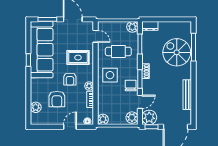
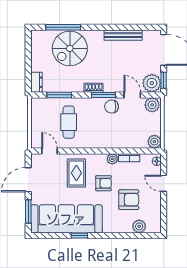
plant: (132, 27) -> (38, 104), removed
door: (95, 36) -> (50, 151), hinge flipped
side table: (110, 75) -> (99, 133), removed

